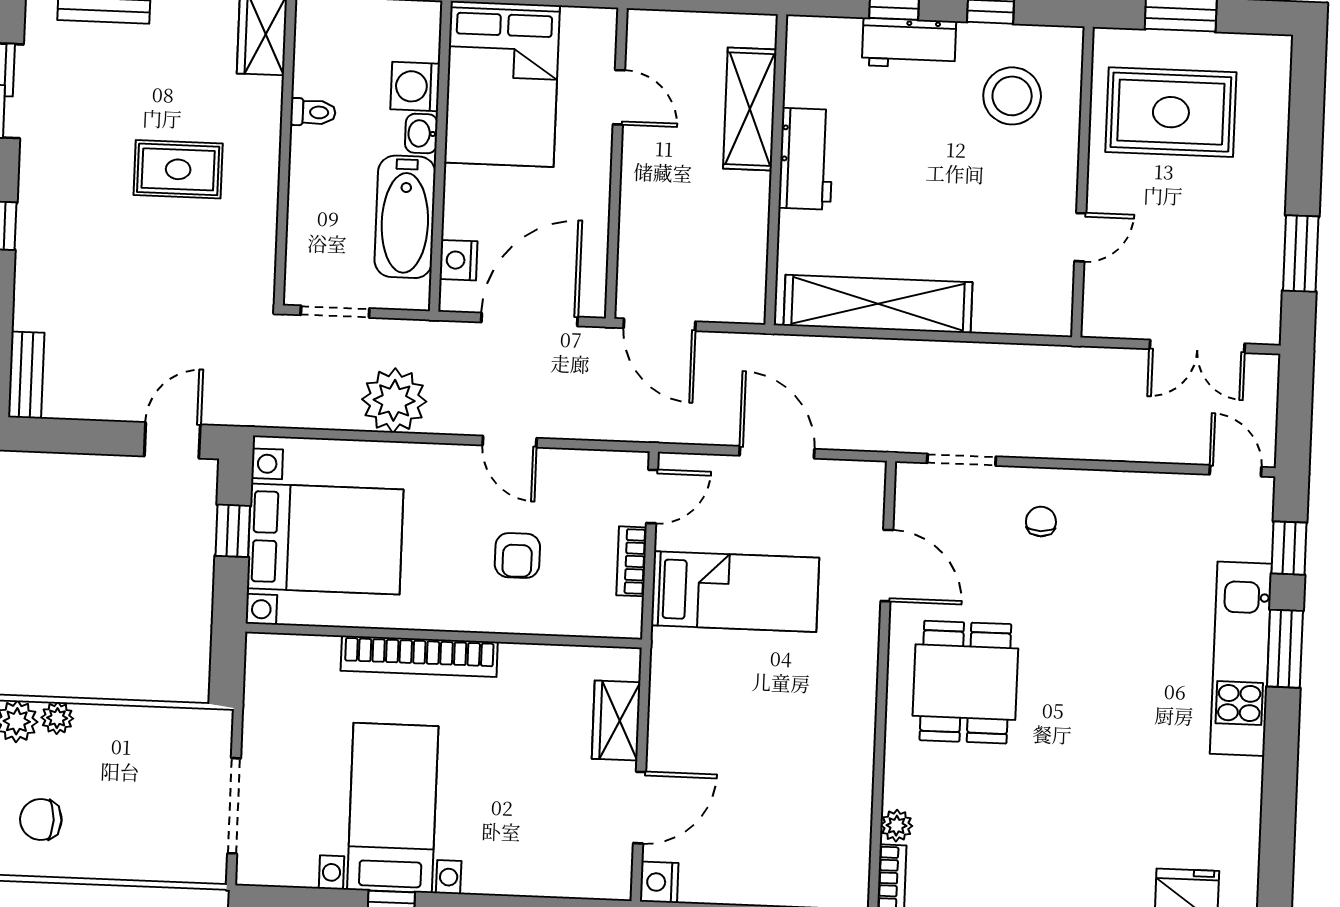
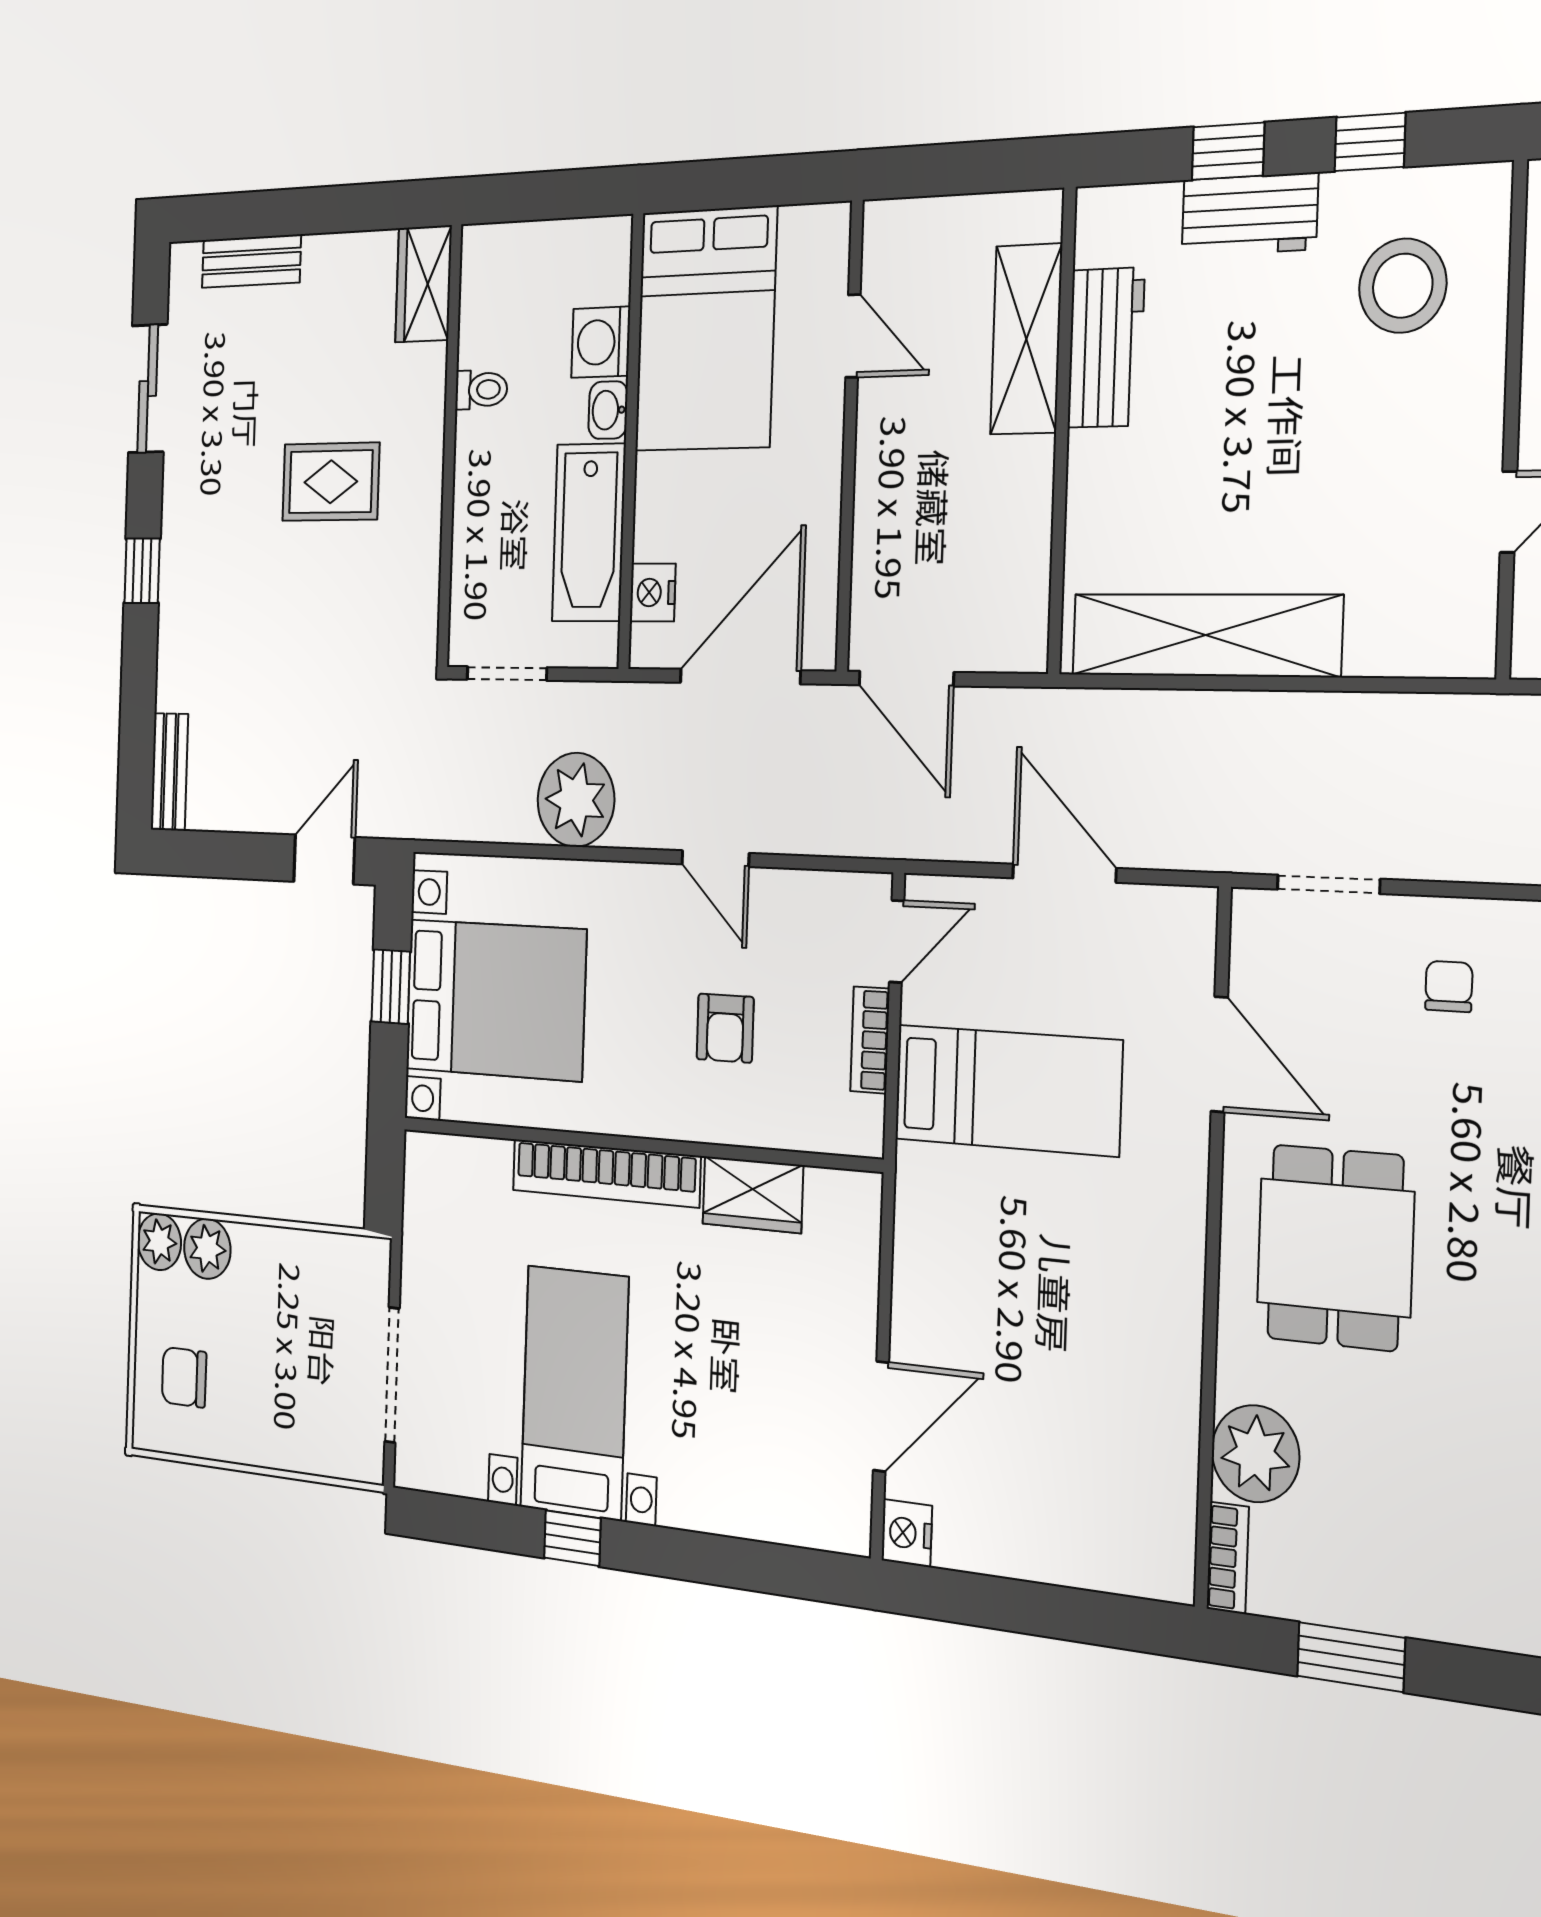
workbench: (806, 159) -> (1106, 348), moved
plant: (57, 718) -> (207, 1249), width x1.38, depth x1.38
wardrobe: (616, 720) -> (753, 1195), moved, turned -90
plant: (896, 826) -> (1255, 1454), width x1.87, depth x1.87

